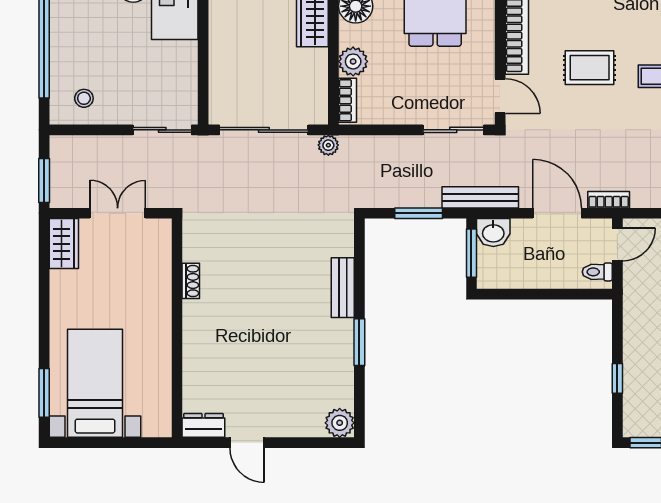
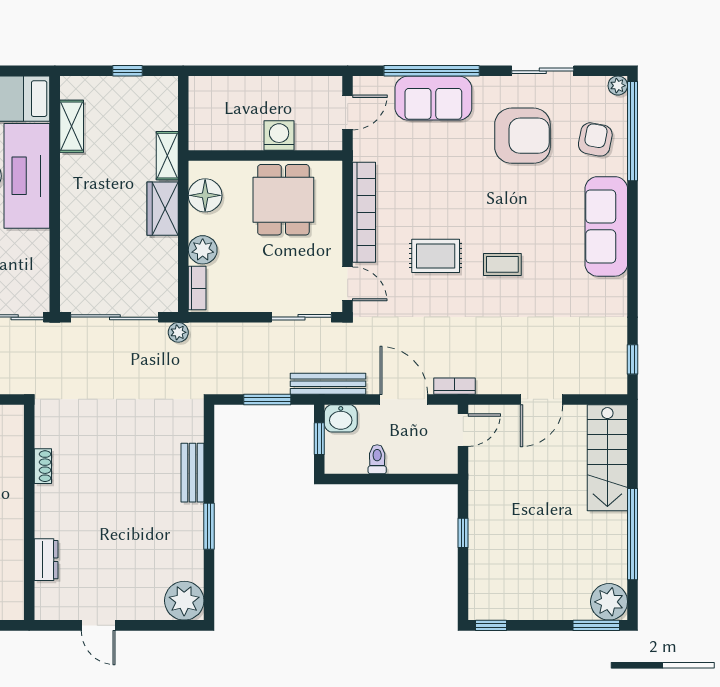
window: (471, 253) -> (319, 439), width x0.67
toilet: (597, 272) -> (377, 459), moved, turned 90
window: (617, 378) -> (463, 533), moved
plant: (340, 423) -> (184, 601), width x1.36, depth x1.36
dresser: (203, 425) -> (46, 560), moved, turned 90

